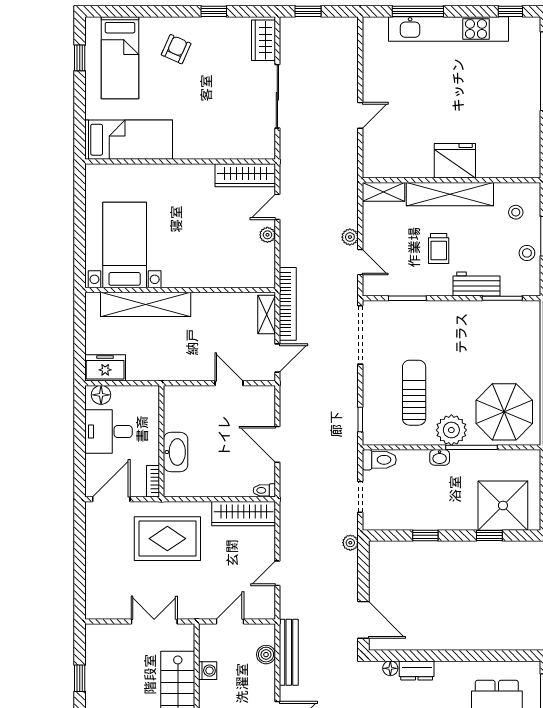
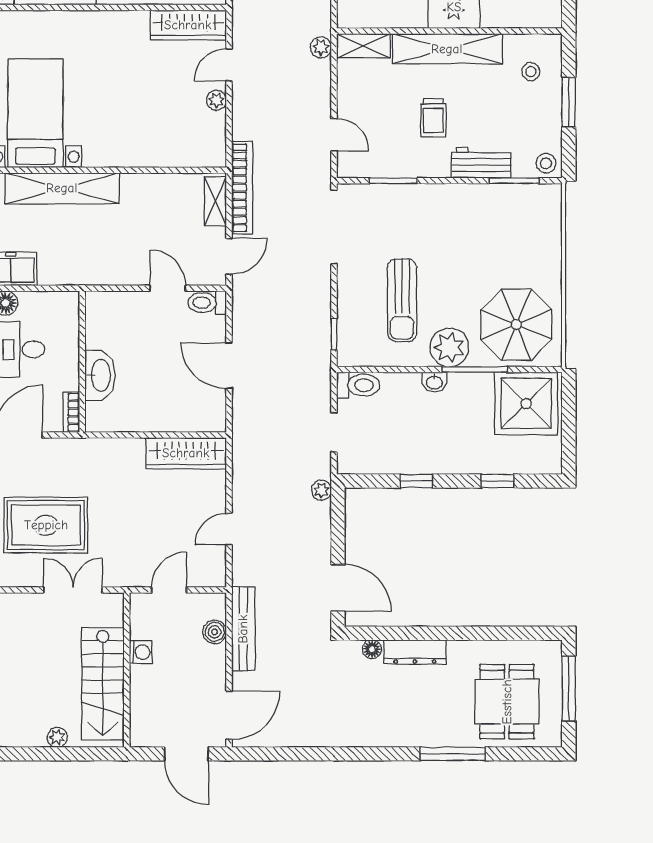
plant: (350, 237) -> (321, 47), moved
stool: (527, 253) -> (546, 163), moved
sun lounger: (414, 393) -> (402, 300), turned 180
toilet: (264, 490) -> (207, 303), moved, width x1.37, depth x1.39
shower: (503, 506) -> (526, 404), moved
rug: (167, 539) -> (46, 525), moved
dresser: (417, 670) -> (415, 652), width x1.44

